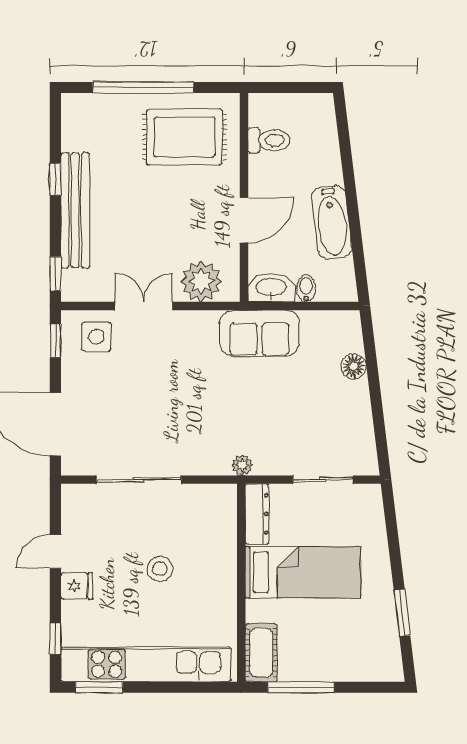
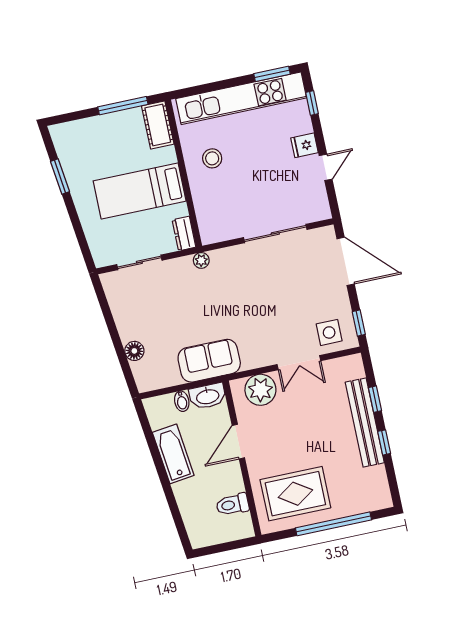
window: (55, 274) -> (375, 399), moved
dresser: (257, 514) -> (184, 234), width x0.70
stool: (160, 569) -> (212, 158), moved

